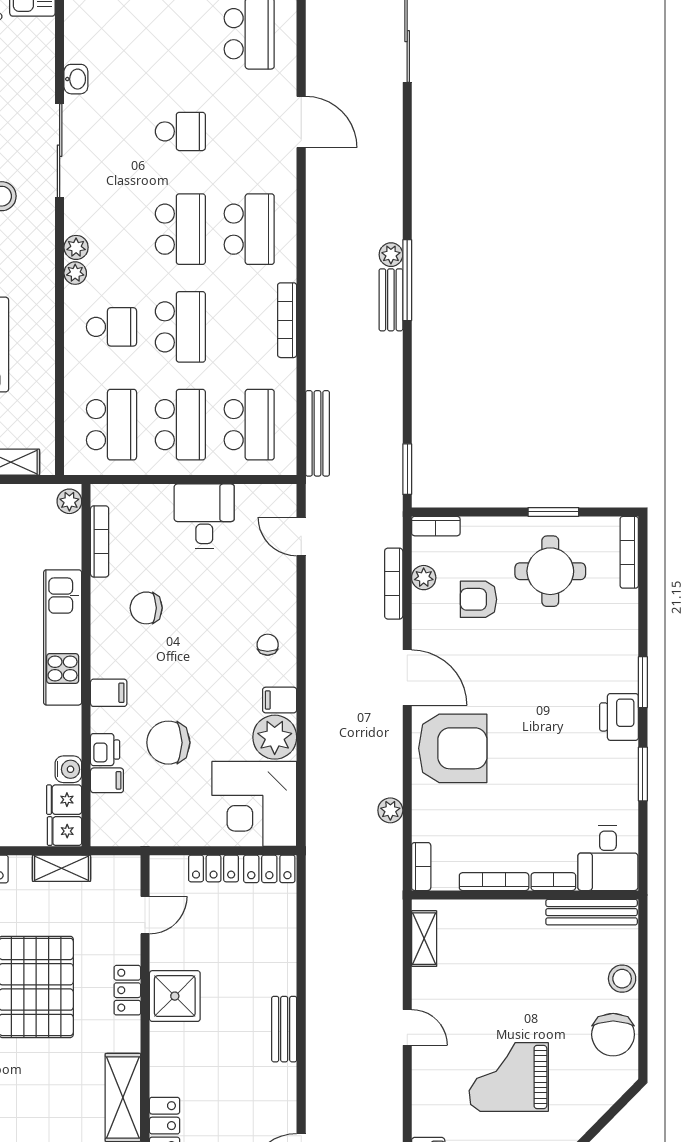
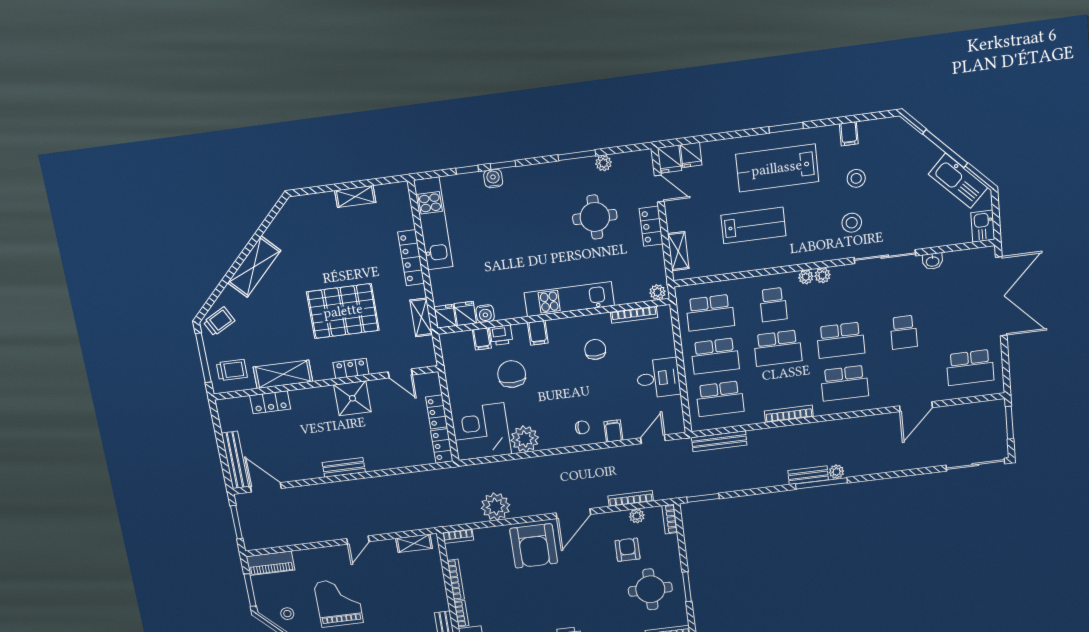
filing cabinet: (280, 700) -> (613, 431), moved
plant: (390, 810) -> (495, 507), width x1.88, depth x1.88

